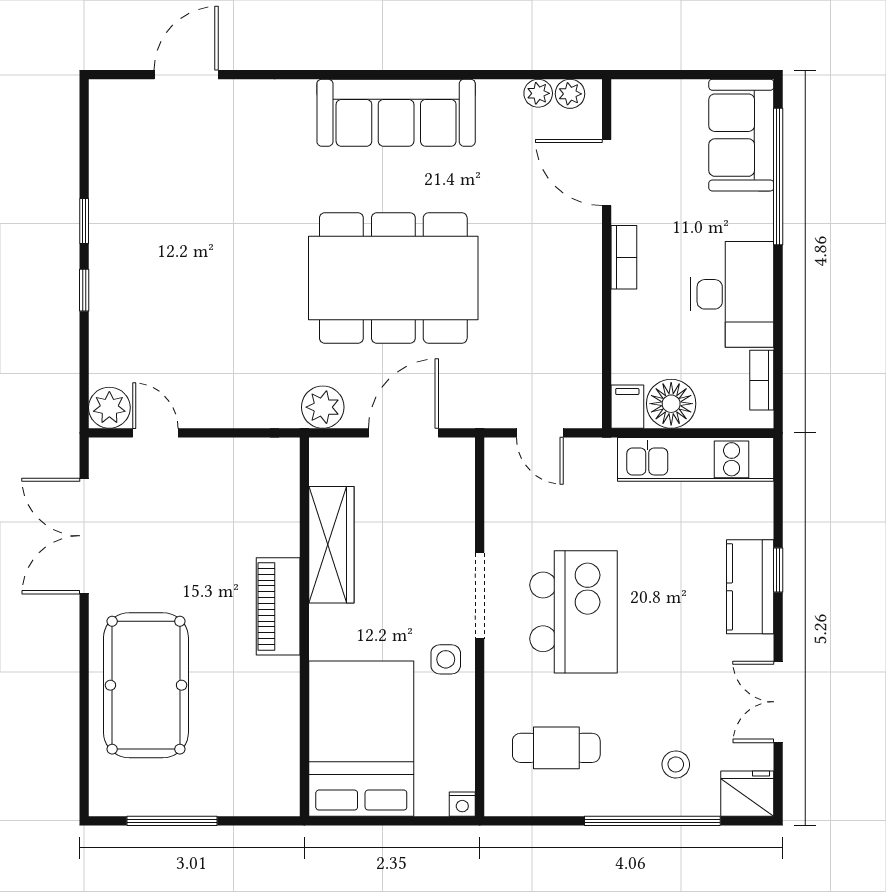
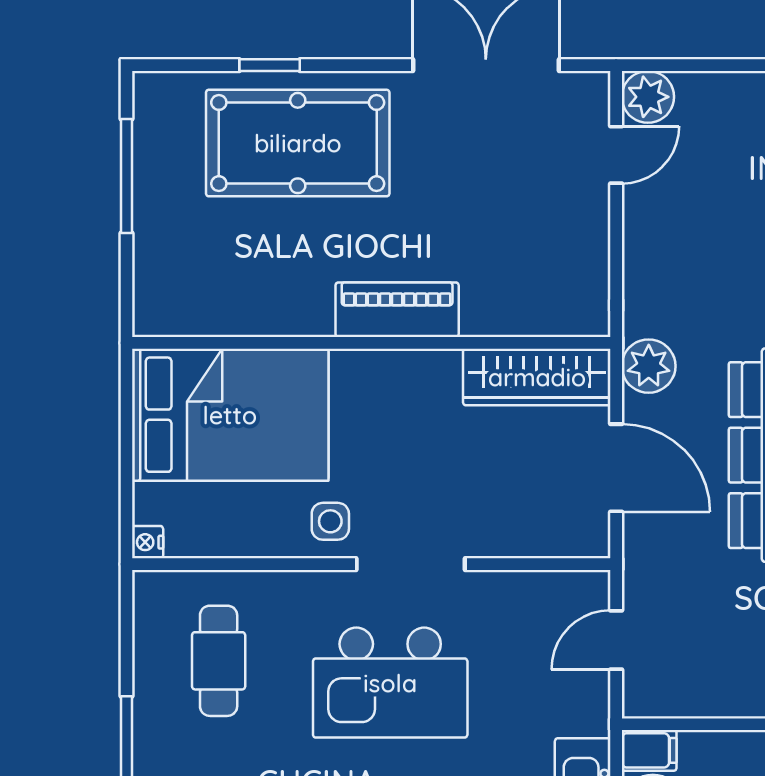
wardrobe: (331, 545) -> (537, 377), moved
window: (84, 707) -> (270, 65), added

